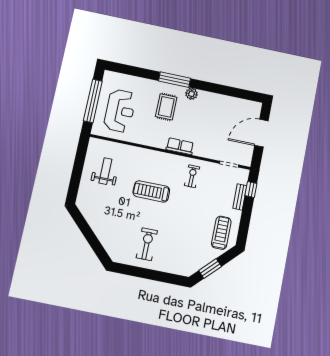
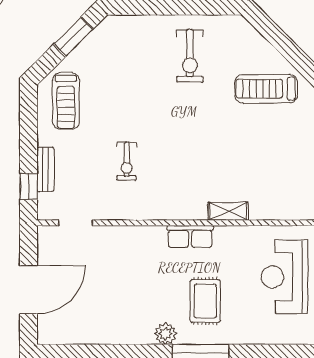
row of seats: (180, 146) -> (190, 236), moved
shelving: (143, 153) -> (228, 211), added
weight bench: (105, 171) -> (287, 166), removed
exercise bike: (192, 176) -> (127, 161), moved
treadmill: (151, 191) -> (266, 89), moved, turned 180

